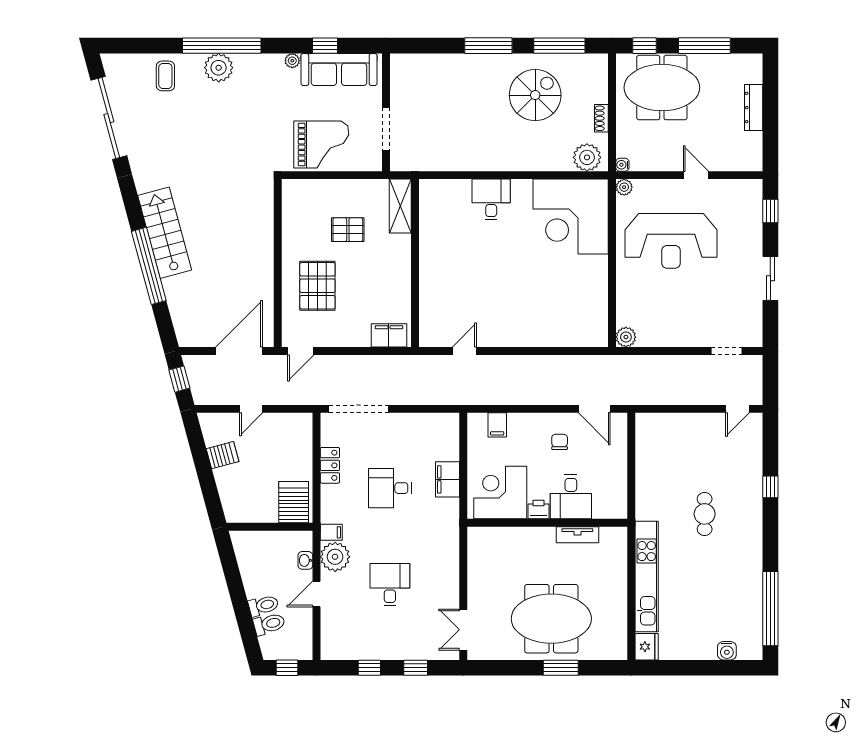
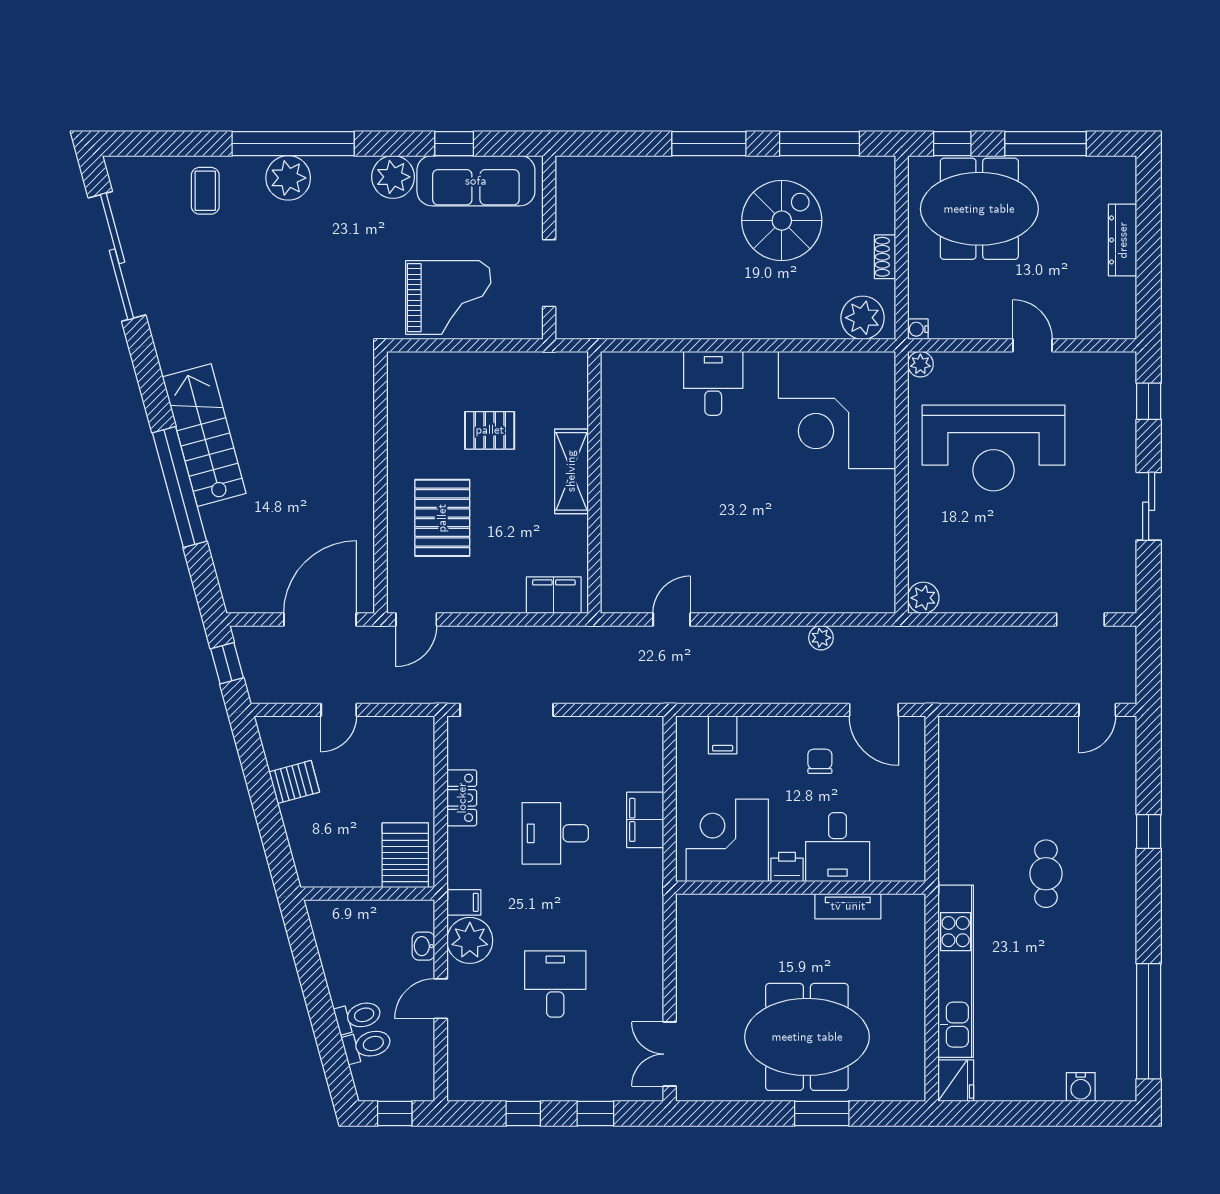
plant: (292, 61) -> (393, 177), width x1.87, depth x1.87
shelving: (400, 206) -> (571, 471), moved
plant: (560, 363) -> (821, 638), added

